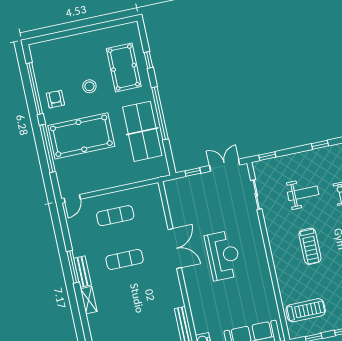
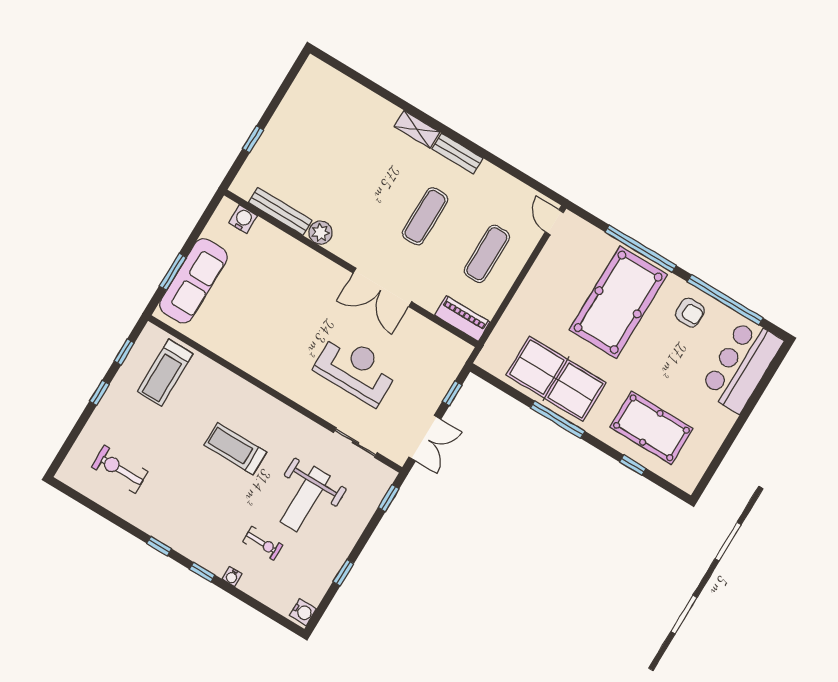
bar counter: (57, 53) -> (742, 365), added
stool: (89, 86) -> (667, 367), removed
window: (160, 113) -> (558, 420), width x0.68
weight bench: (303, 193) -> (305, 499), width x1.36, depth x1.33
piano: (155, 199) -> (462, 319), added
reception desk: (223, 255) -> (356, 369), moved, turned 180
window: (73, 267) -> (474, 147), removed
plant: (176, 300) -> (320, 233), added

